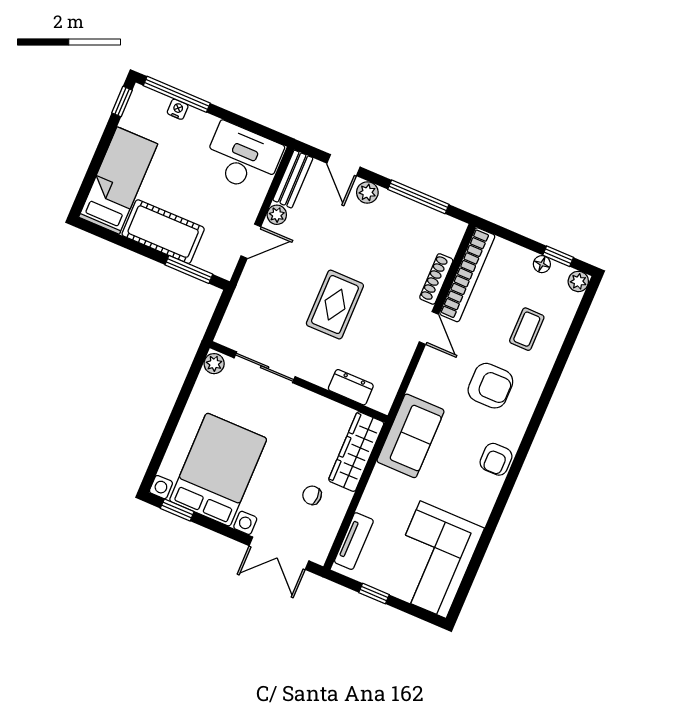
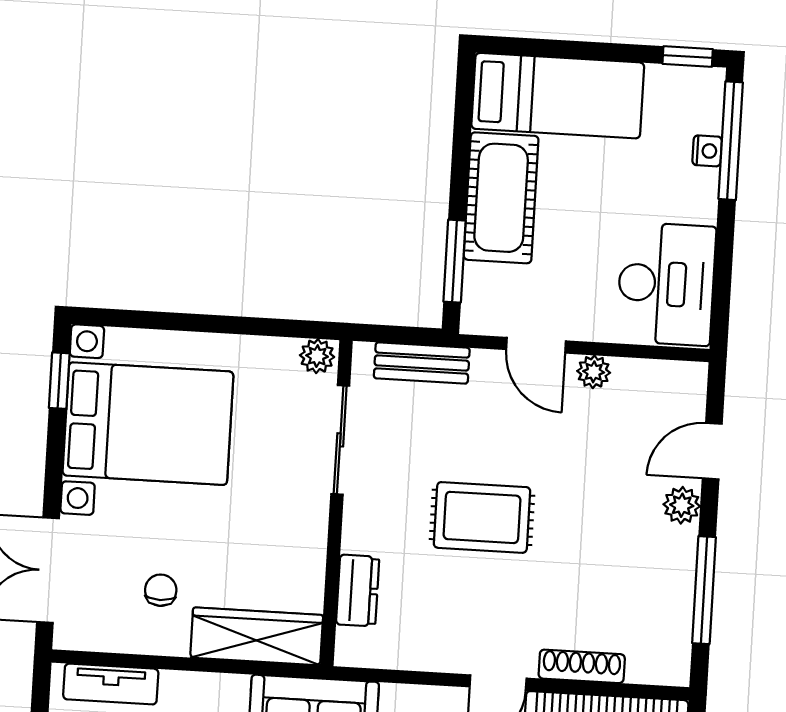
bench: (293, 179) -> (422, 363), moved

